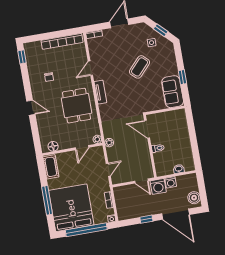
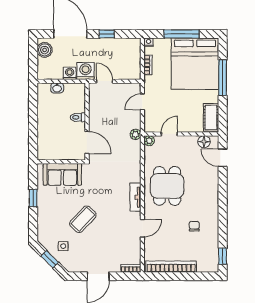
sofa: (173, 92) -> (62, 174), moved, turned 90
door: (31, 108) -> (223, 158), moved
window: (86, 230) -> (182, 34), width x0.68

